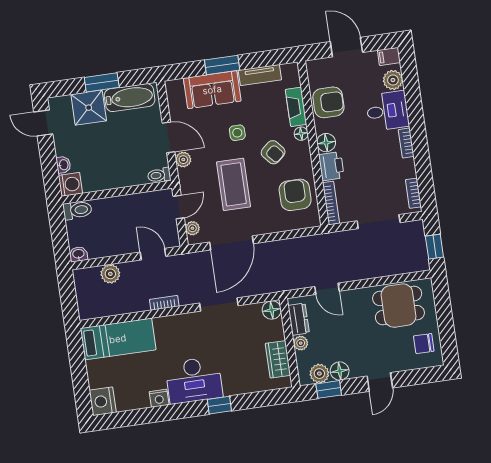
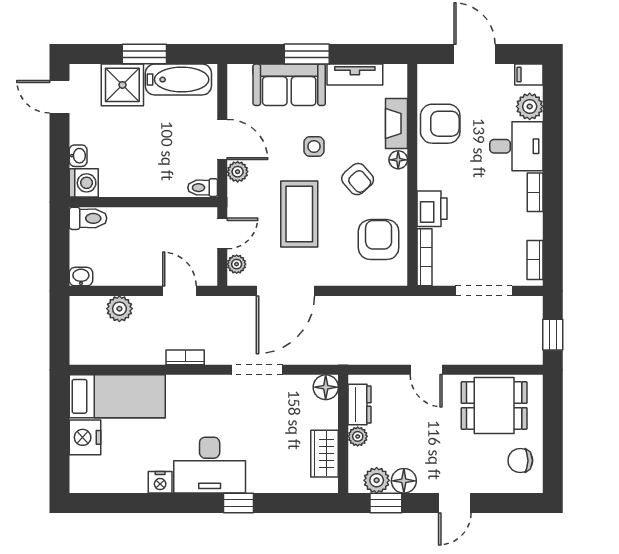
floor lamp: (326, 143) -> (430, 176), removed
door: (327, 289) -> (426, 370), moved
nightstand: (103, 401) -> (85, 437), moved

